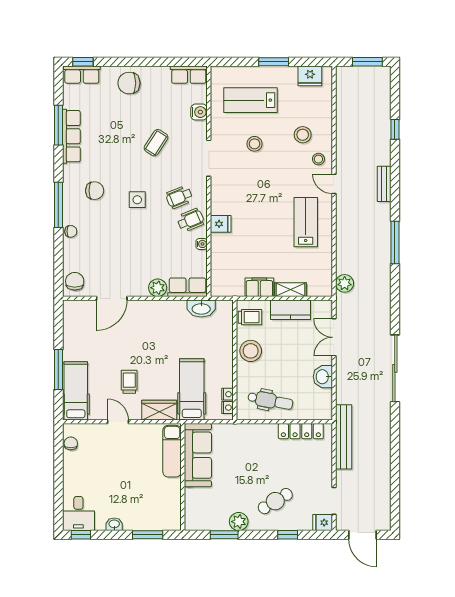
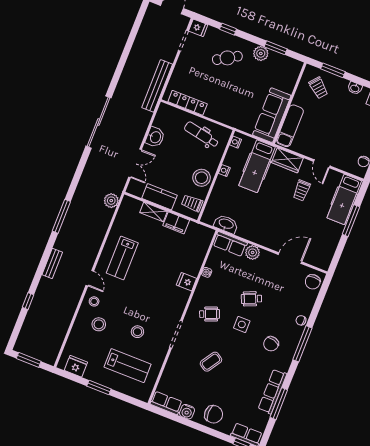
water cooler: (199, 112) -> (187, 412), moved, turned -90
chair: (95, 191) -> (271, 344), turned -75
wheelchair: (191, 220) -> (251, 299), moved
nightstand: (228, 394) -> (224, 171), moved
trolley: (156, 508) -> (318, 88), added

